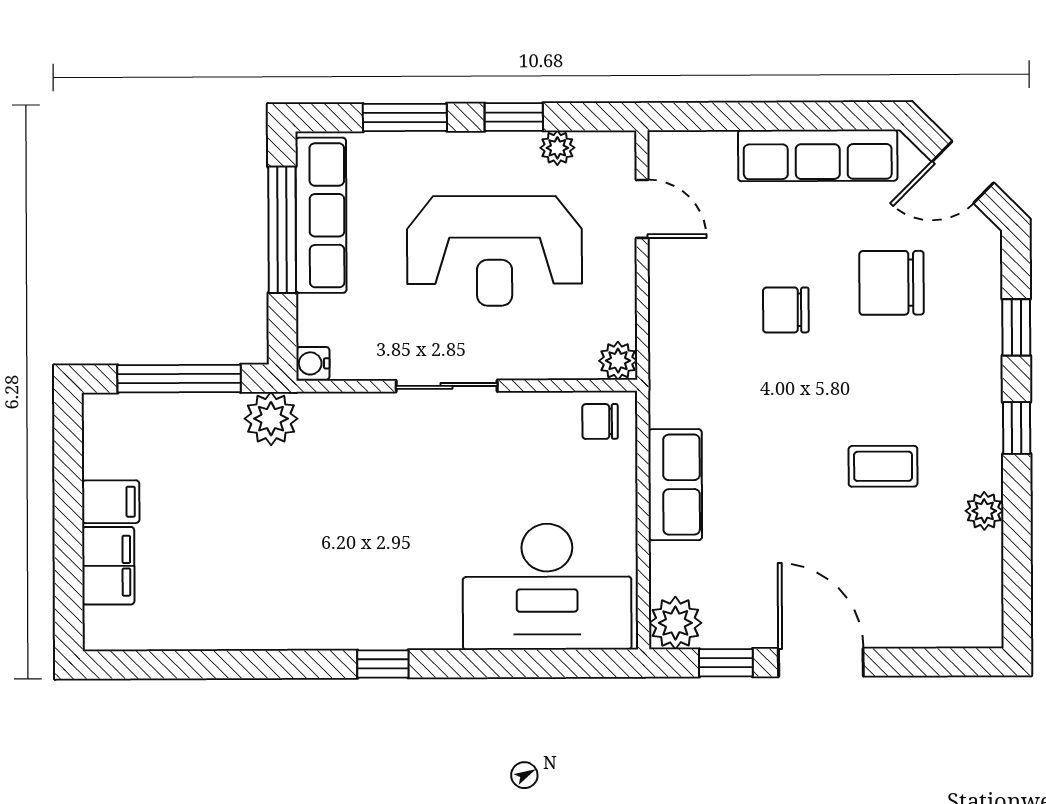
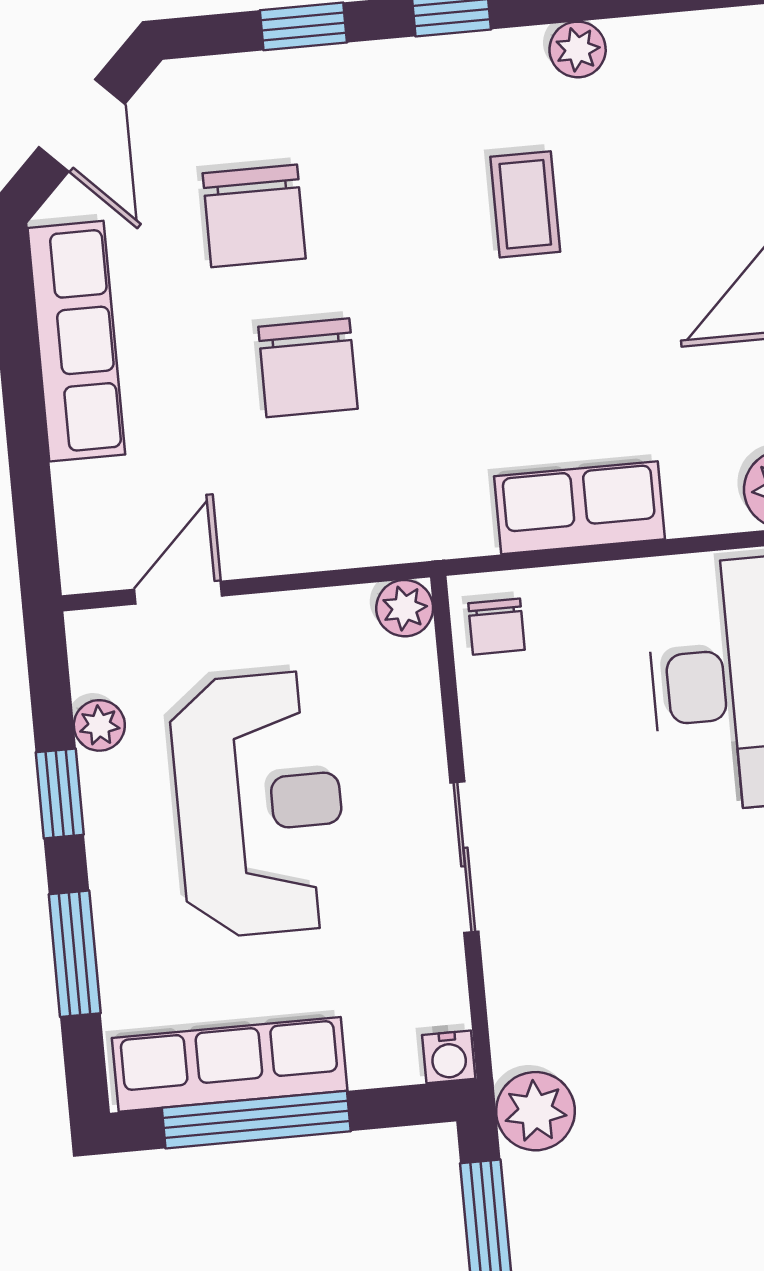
chair: (786, 310) -> (308, 368), width x1.37, depth x1.37

